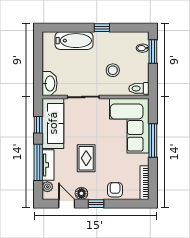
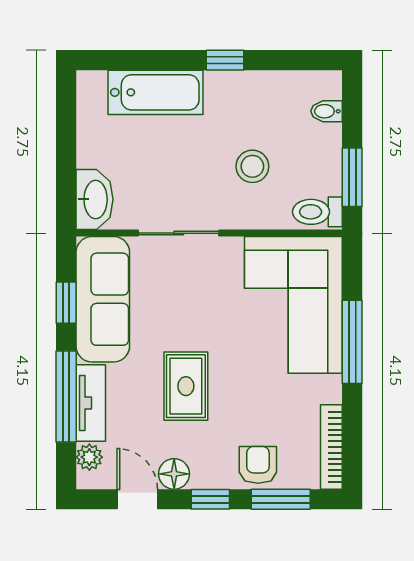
window: (153, 52) -> (352, 177), moved
window: (124, 204) -> (281, 499), added

